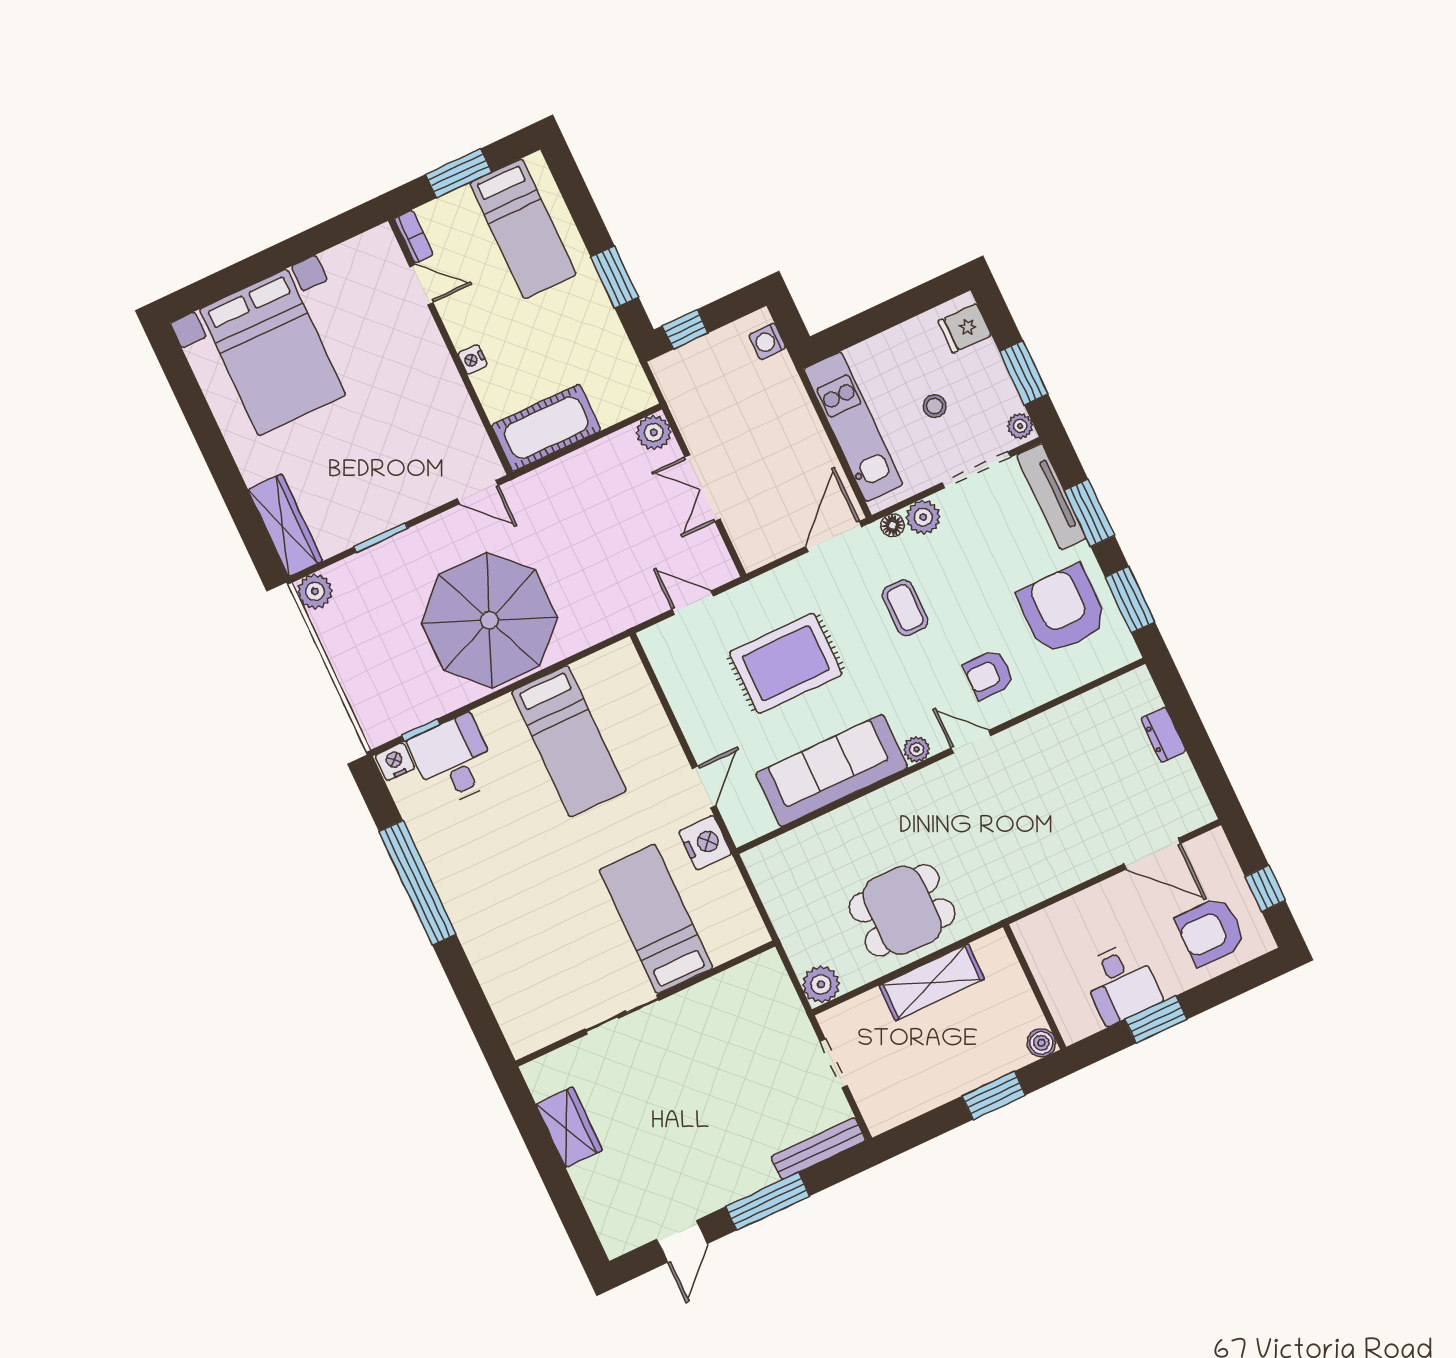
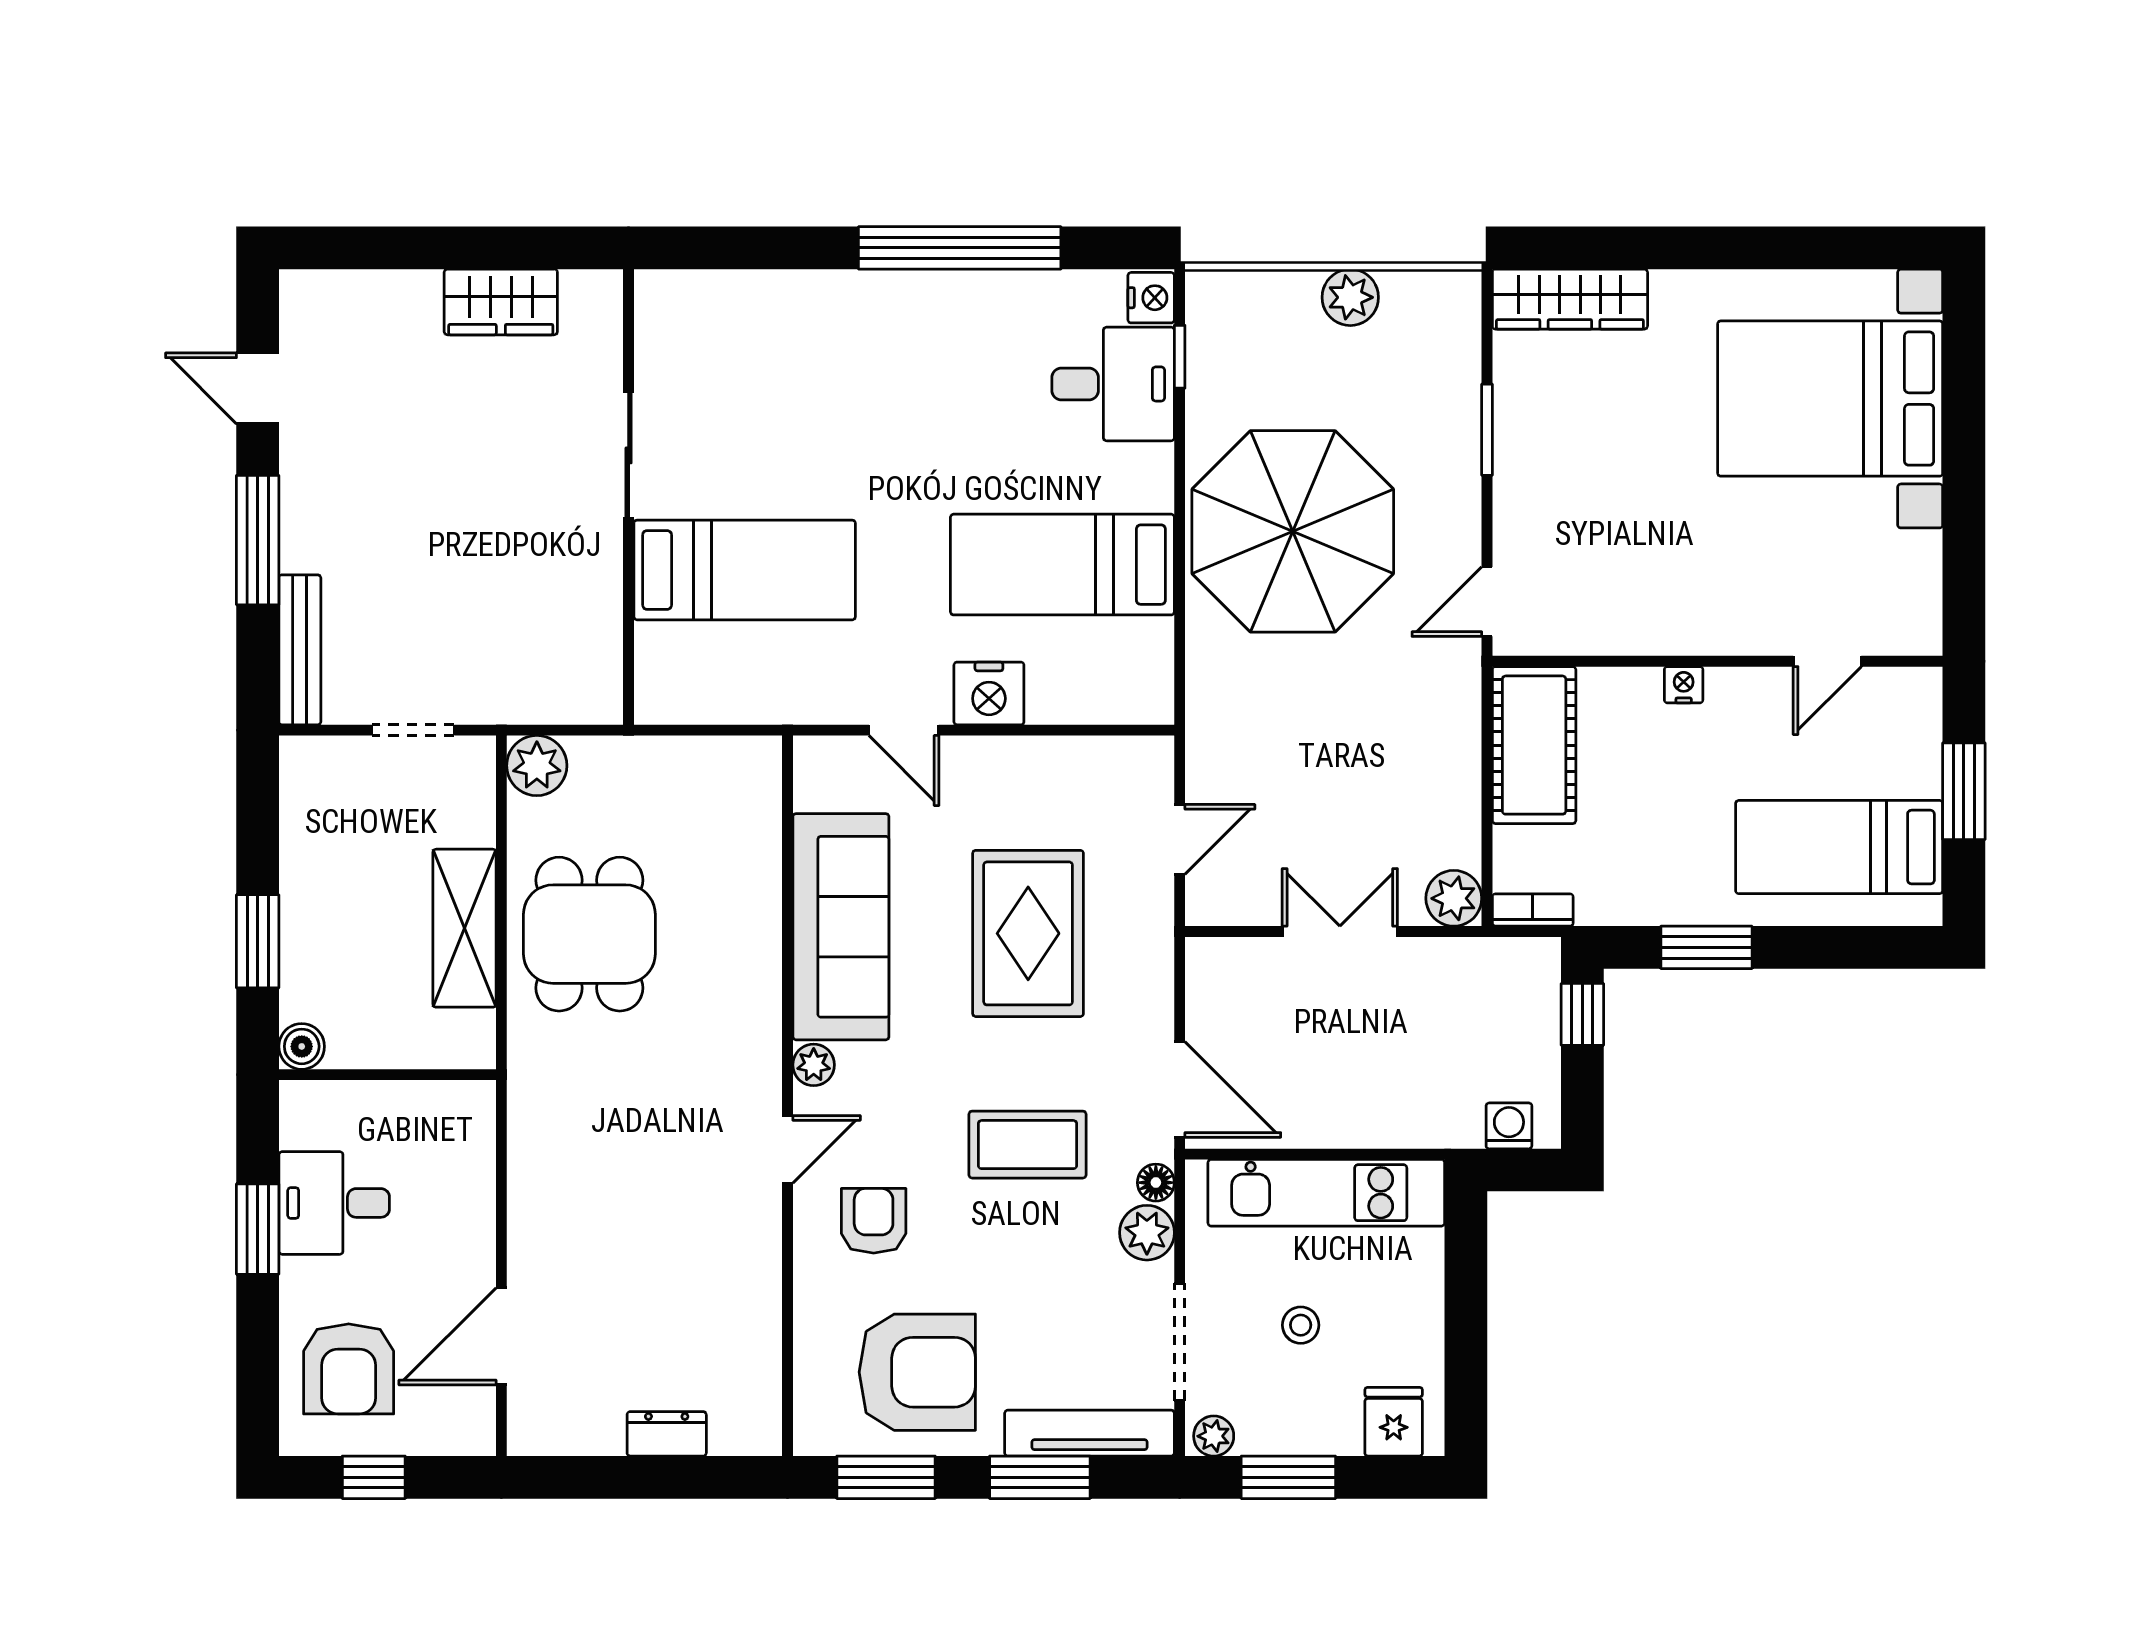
bookcase: (414, 237) -> (1533, 910), moved, turned 180
plant: (315, 591) -> (1350, 297), moved
coffee table: (905, 608) -> (1027, 1145), width x1.36, depth x1.30
nightstand: (705, 843) -> (989, 693), moved
armchair: (1211, 931) -> (349, 1369), turned 180

